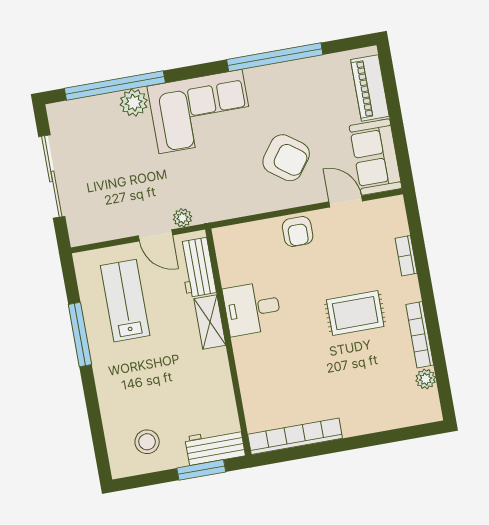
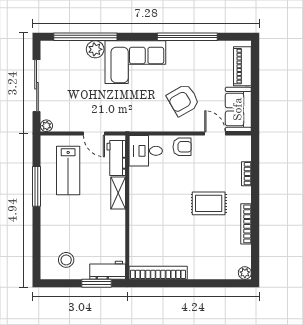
armchair: (286, 158) -> (183, 100), turned 114
plant: (182, 218) -> (46, 126), moved
armchair: (298, 231) -> (182, 147), turned -90
lab bench: (125, 301) -> (68, 170), turned 180
desk: (252, 308) -> (146, 151), moved
plant: (426, 379) -> (245, 273), moved

